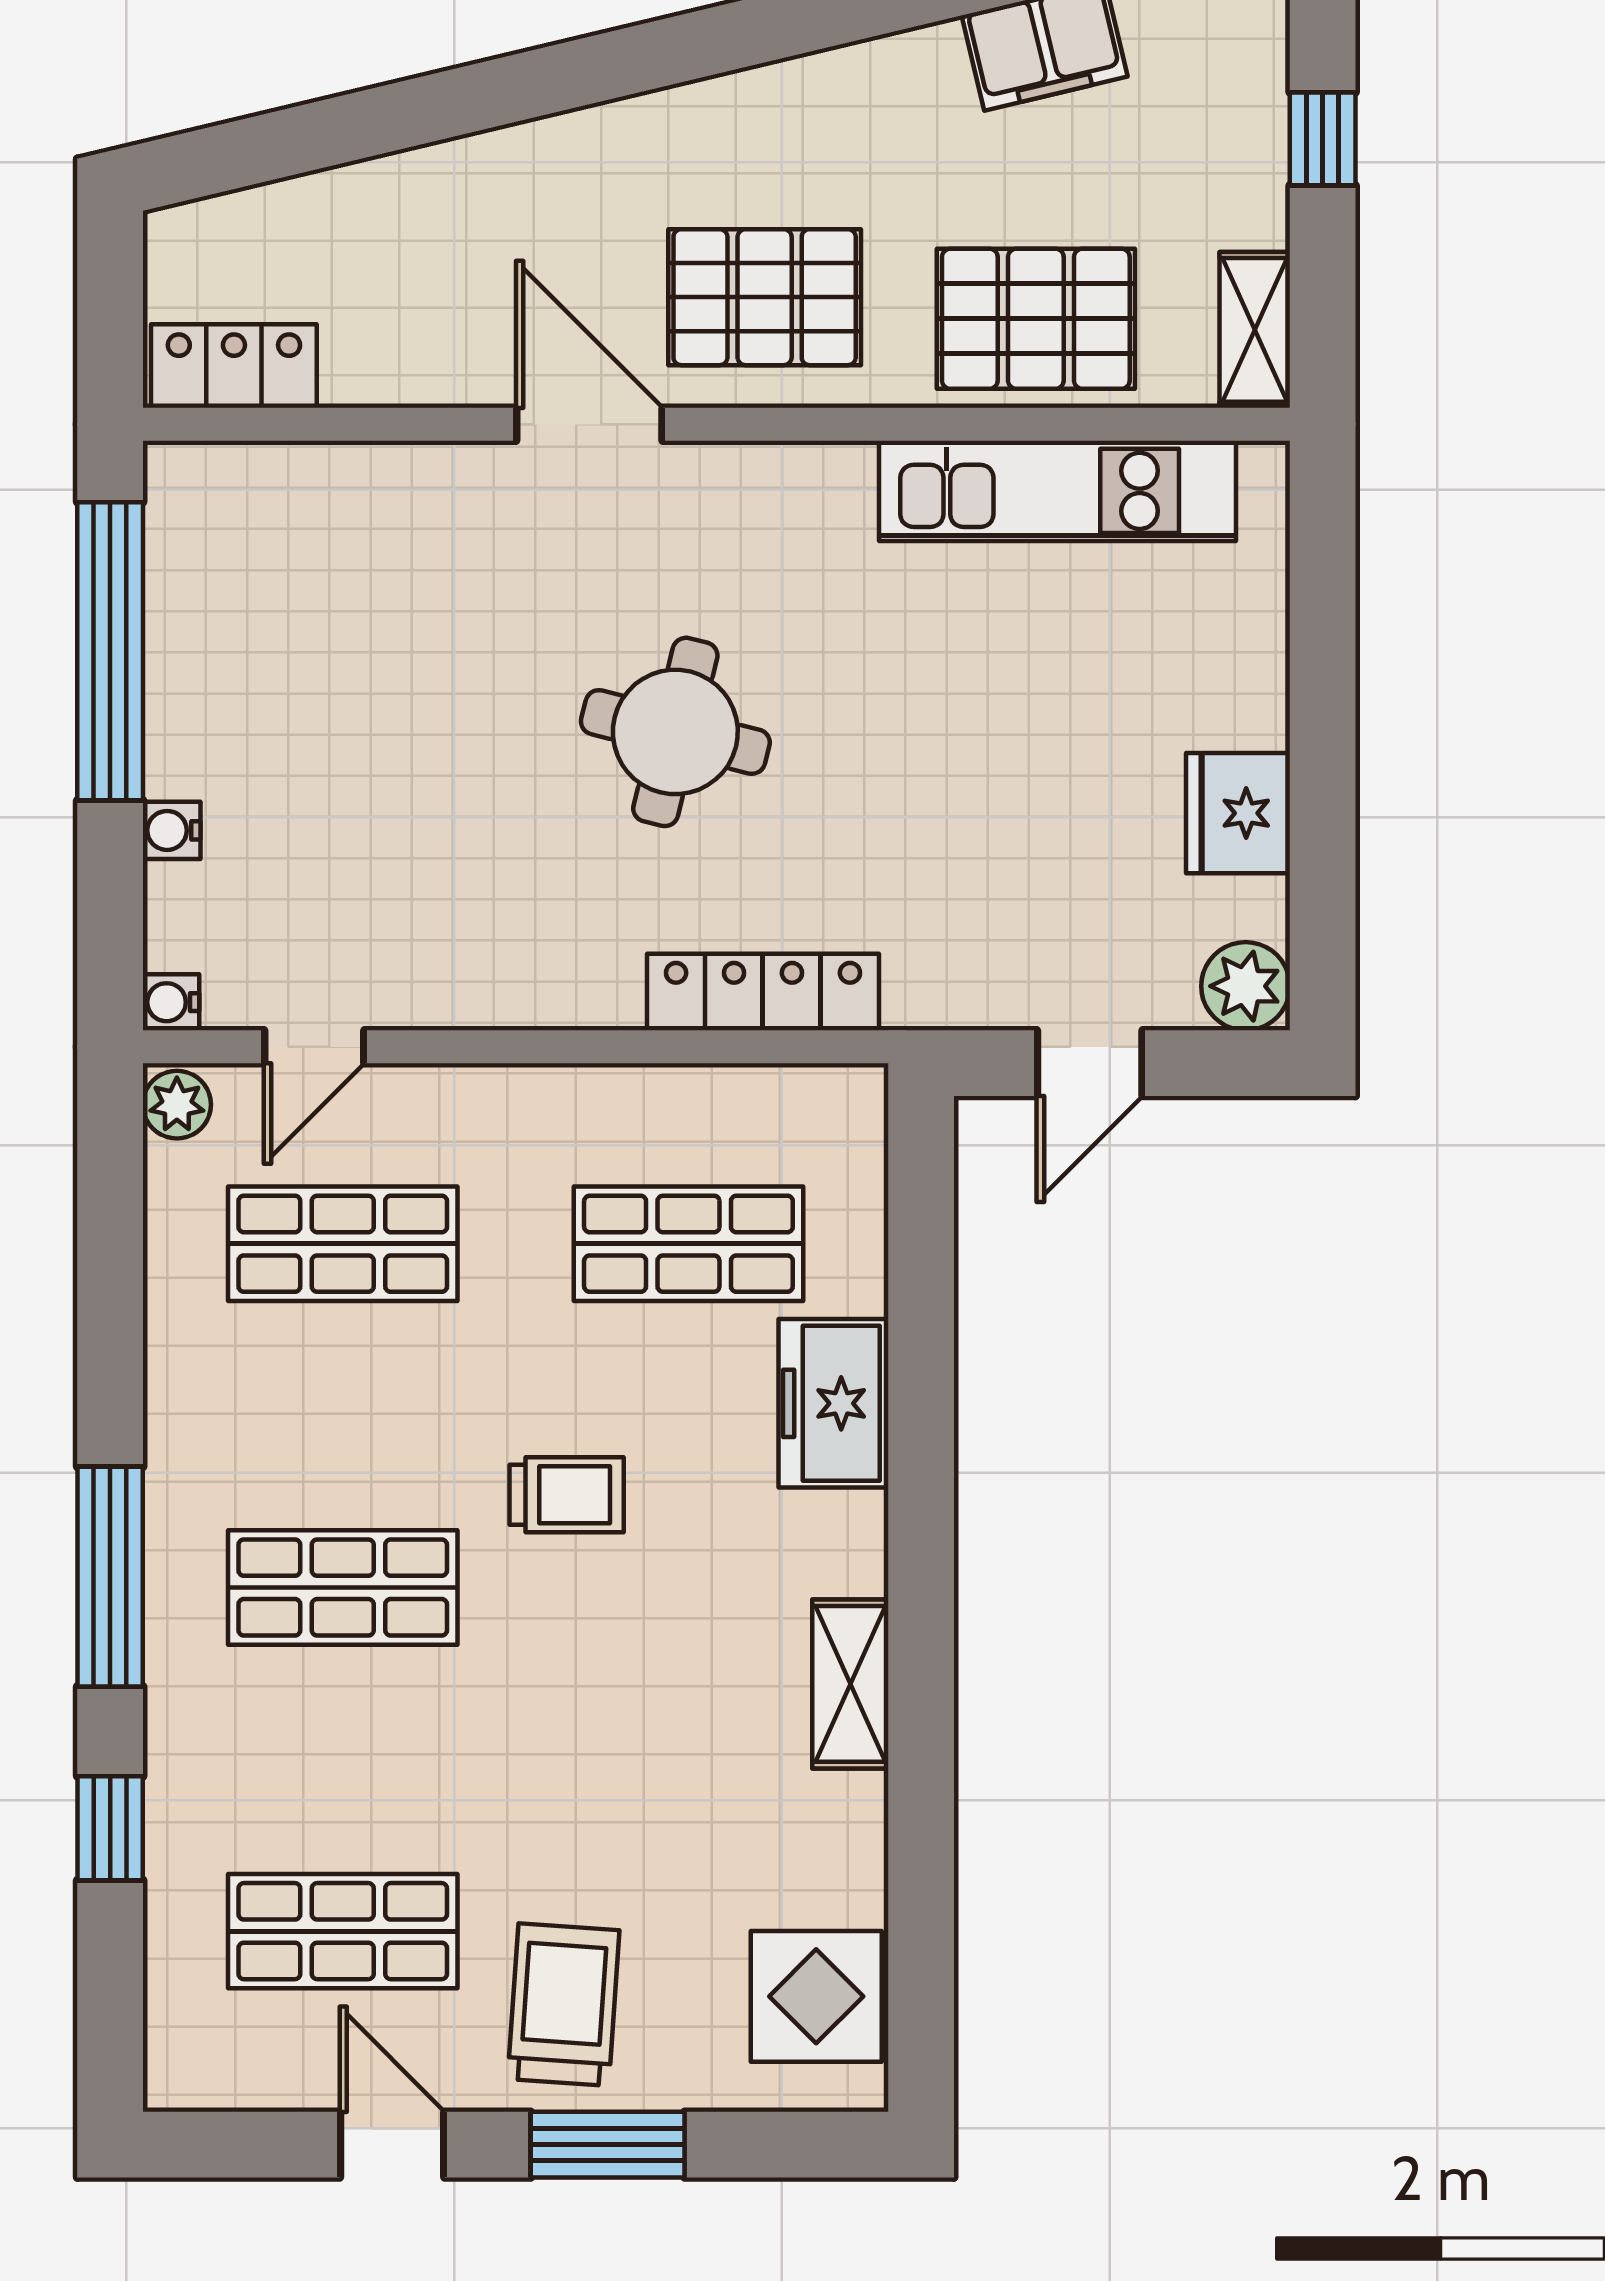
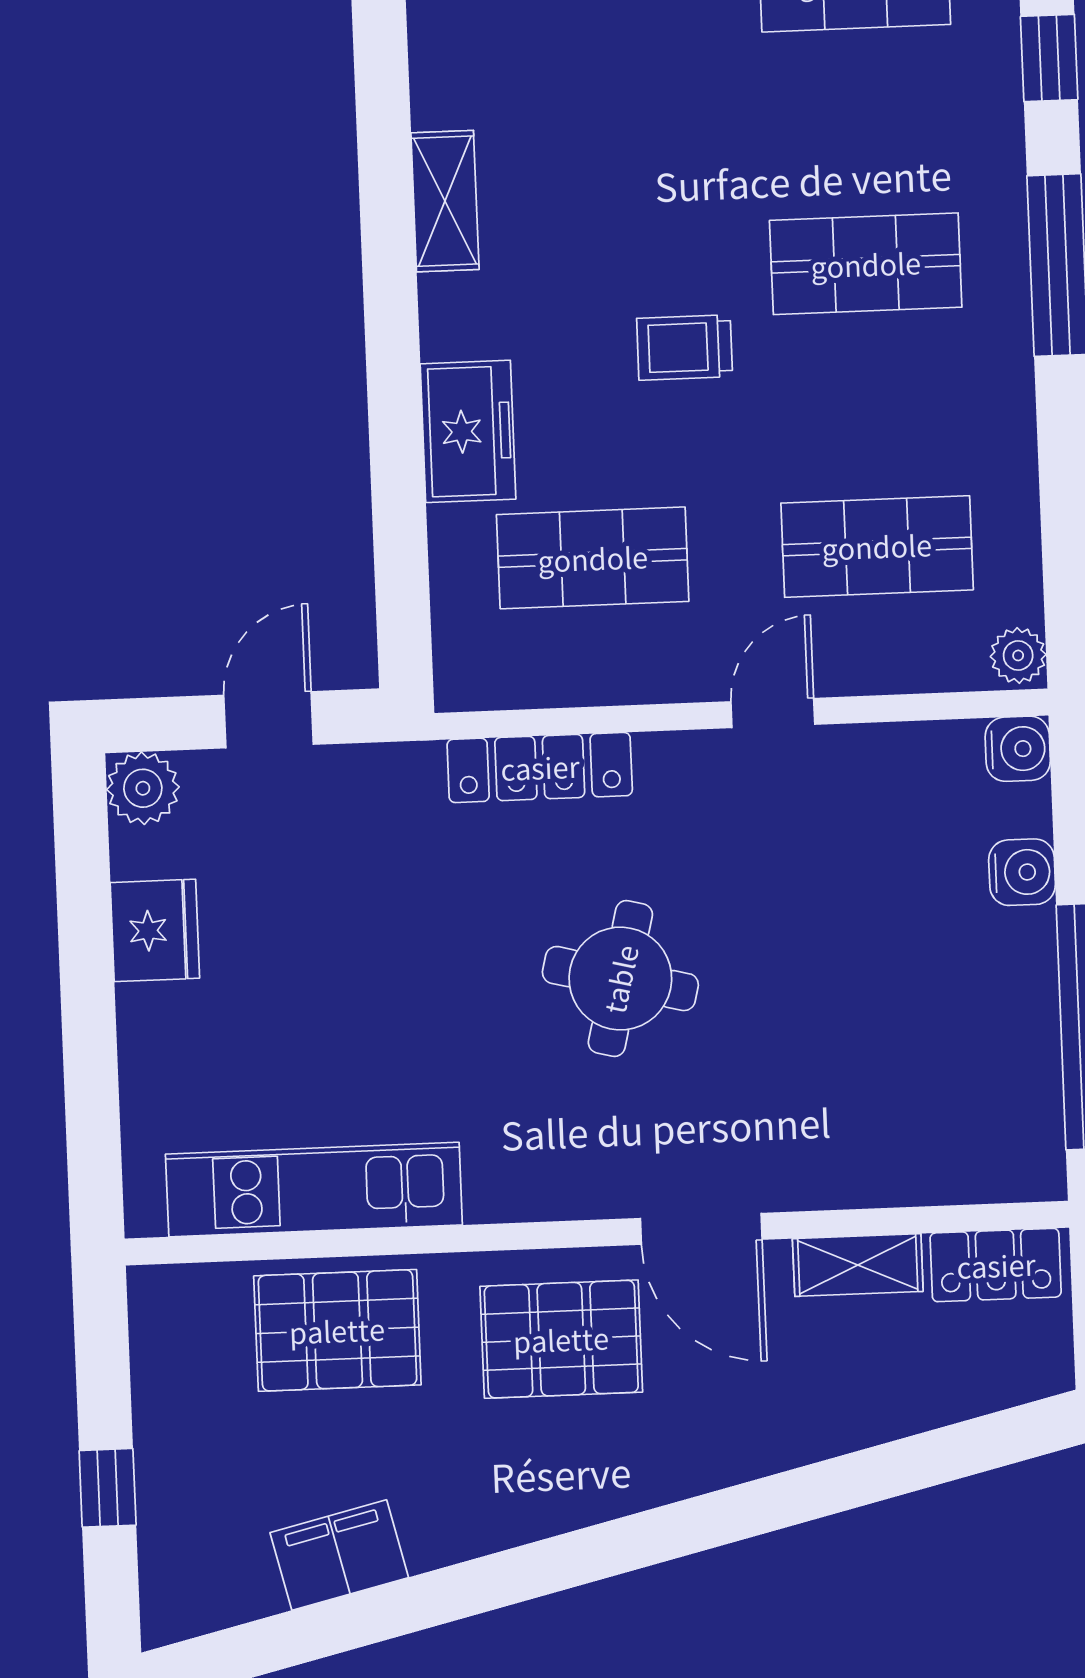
shelving: (1255, 330) -> (858, 1265), moved, turned 90
water cooler: (172, 830) -> (1022, 872), width x1.38, depth x1.38
water cooler: (171, 1002) -> (1018, 749), width x1.38, depth x1.38
door: (314, 1047) -> (773, 713), moved

